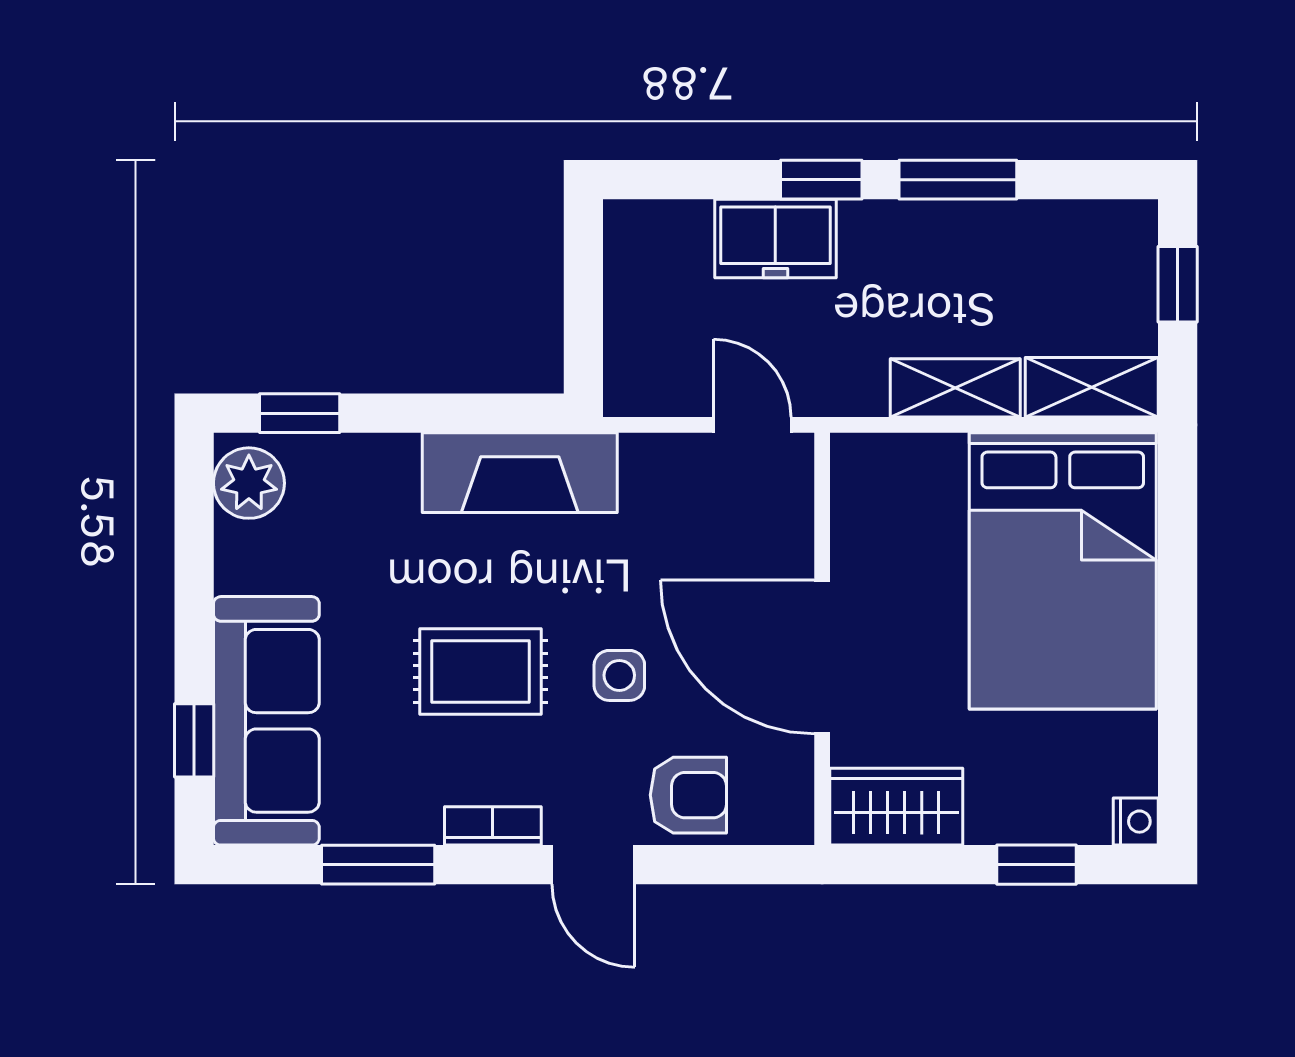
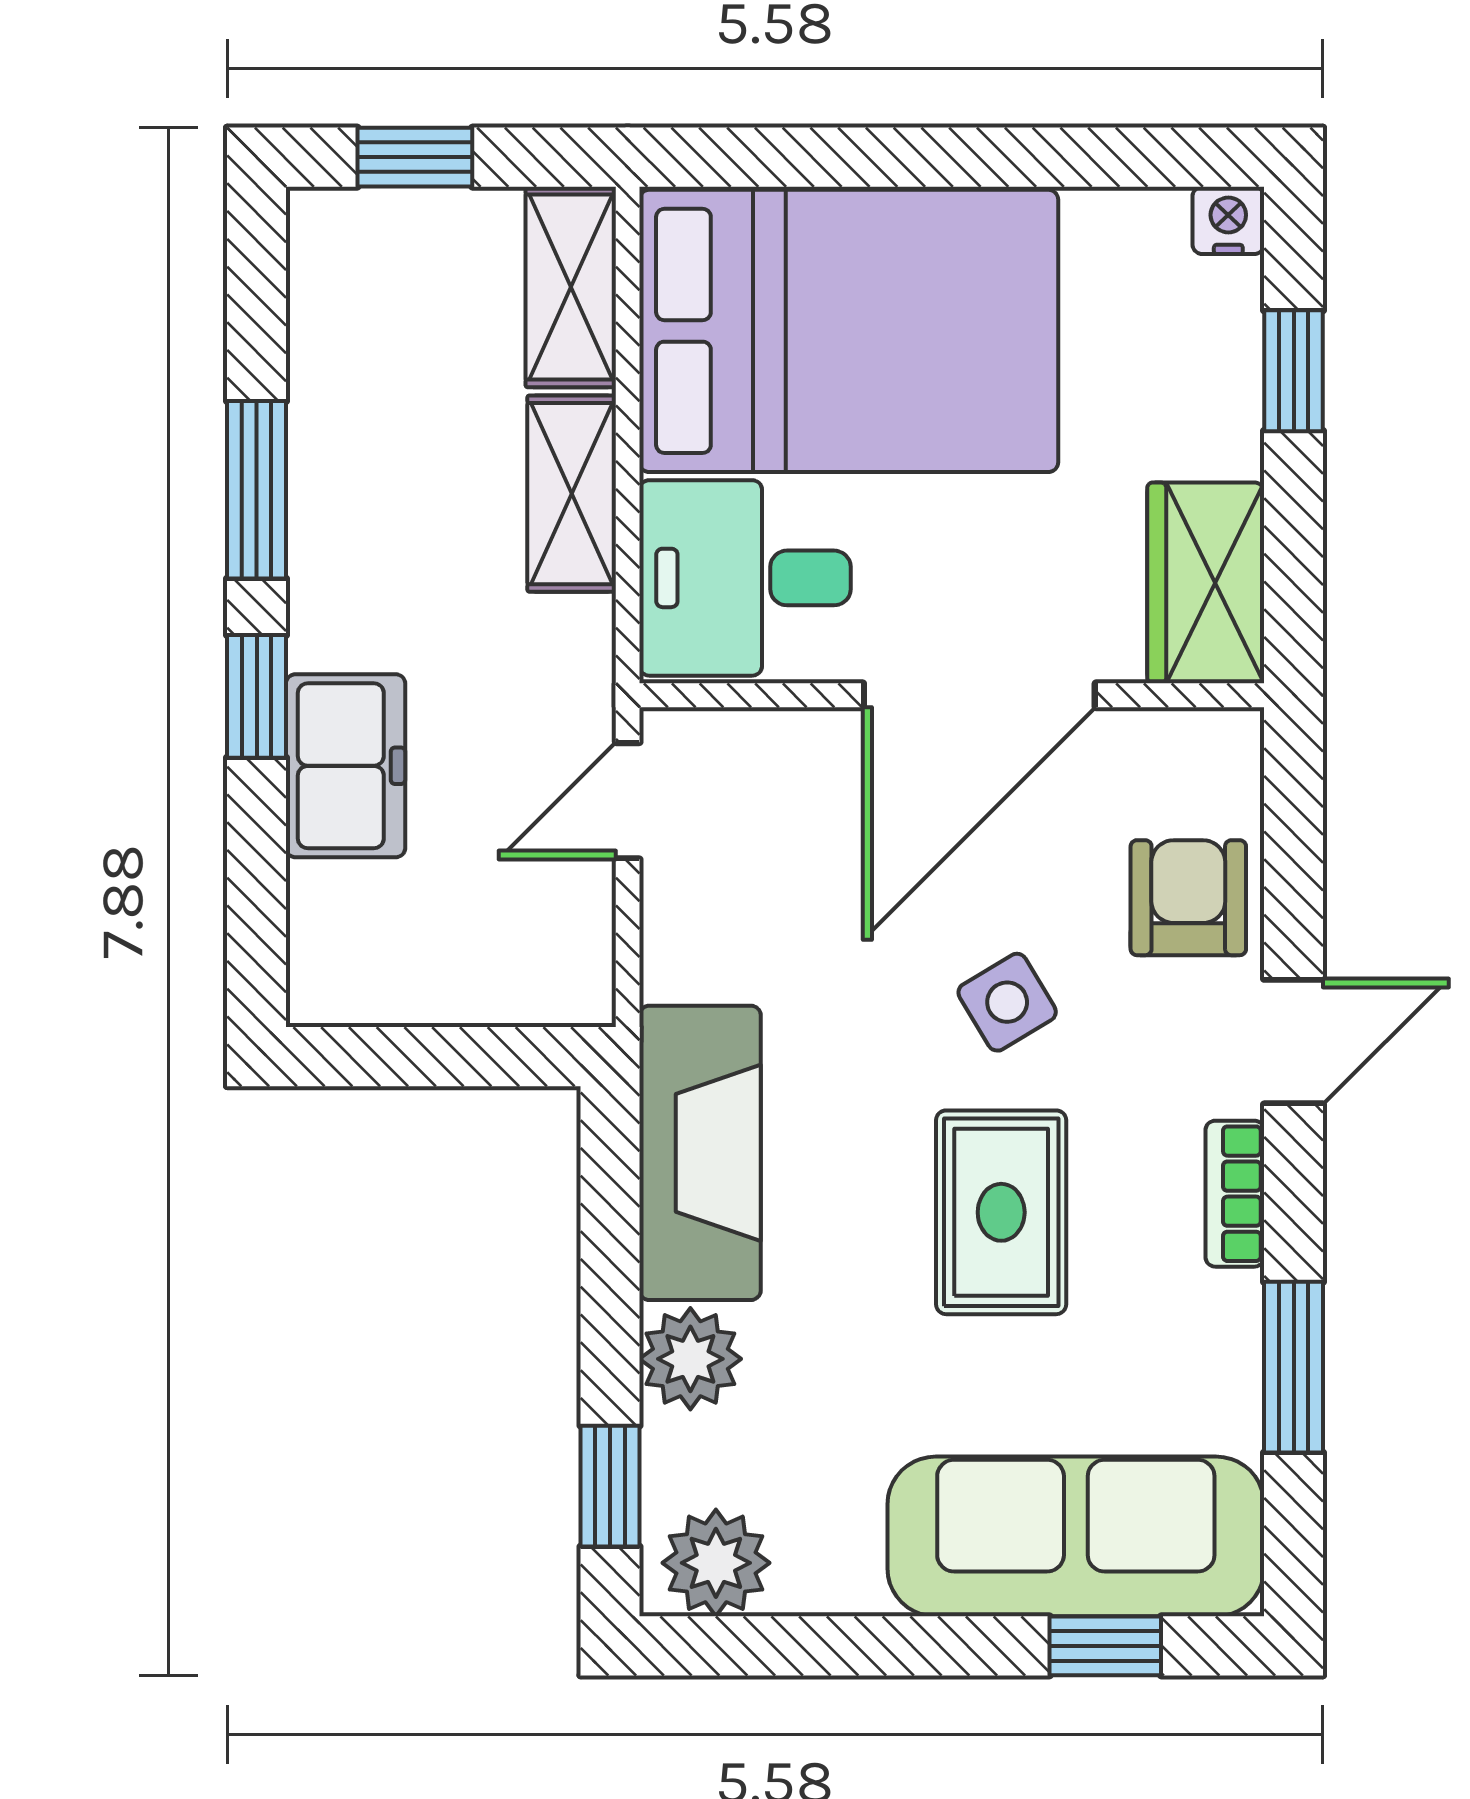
plant: (384, 466) -> (690, 1359), added
desk: (900, 502) -> (745, 578), added
side table: (619, 675) -> (1007, 1002), turned -31

